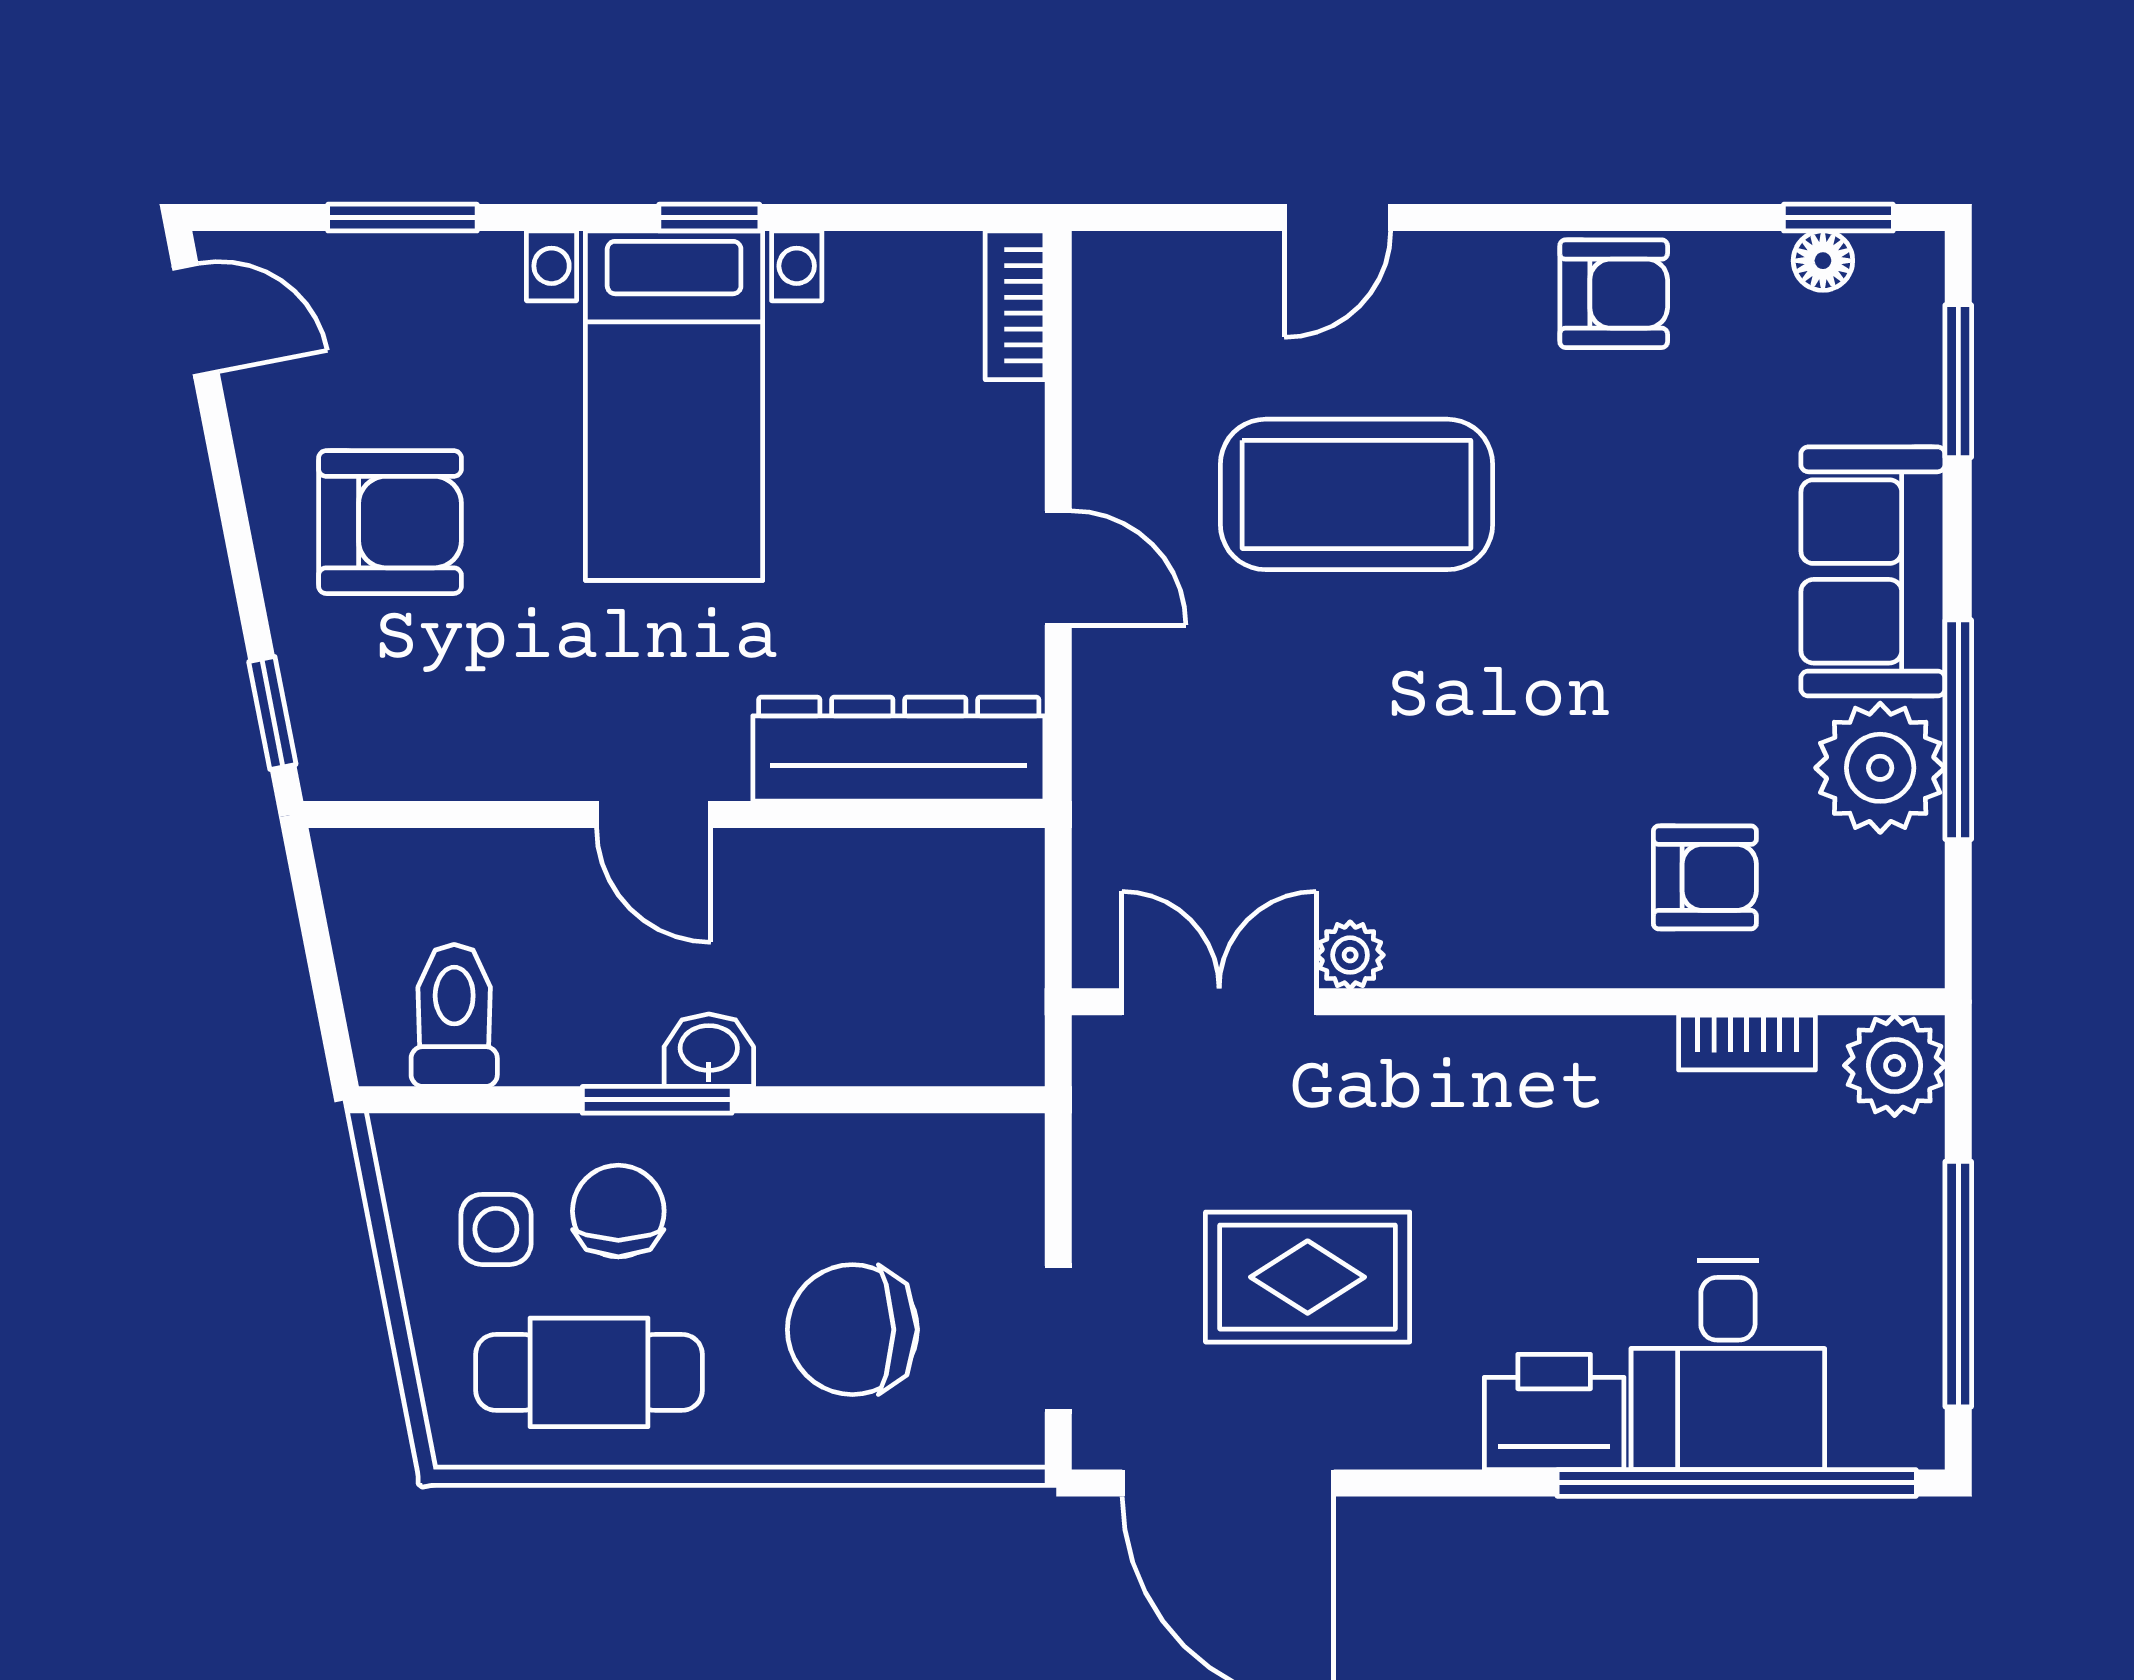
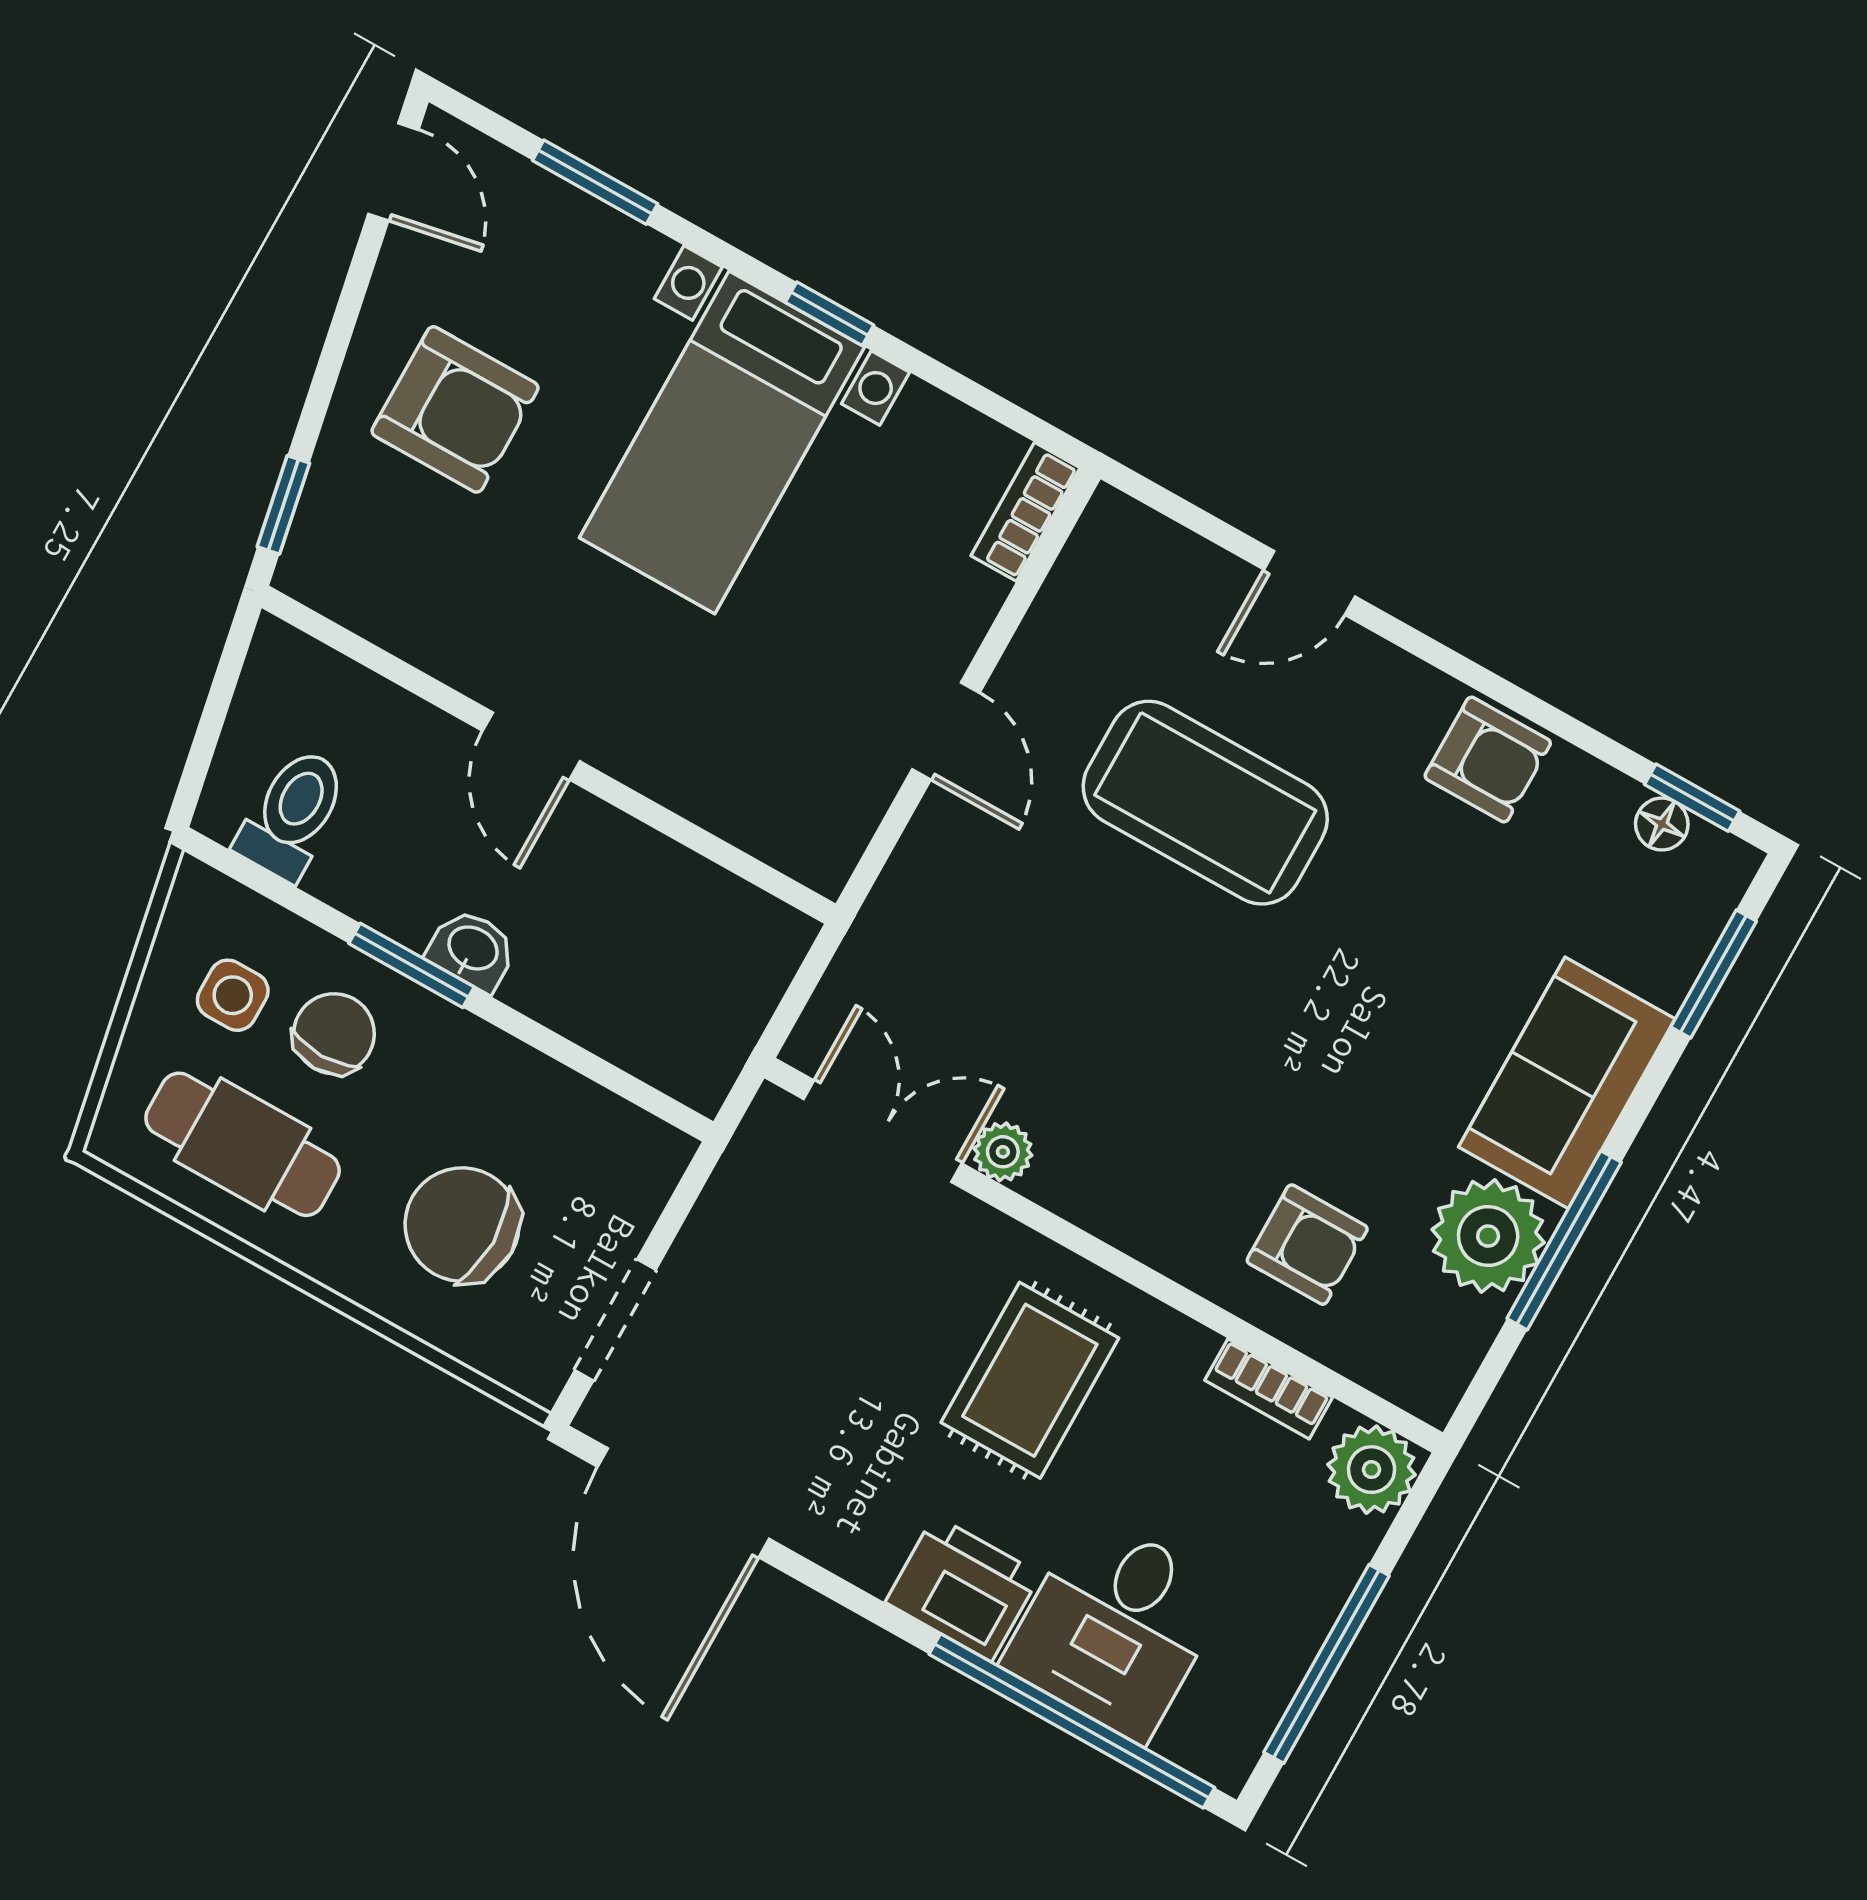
dresser: (899, 749) -> (746, 801), removed
rug: (1308, 1277) -> (1030, 1380), moved, turned 90

